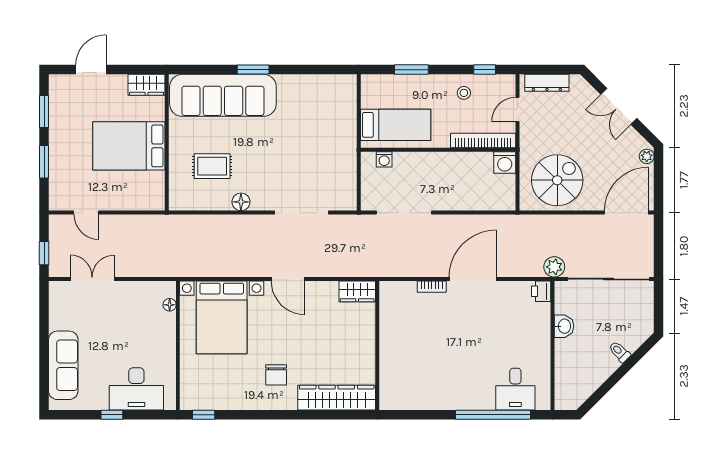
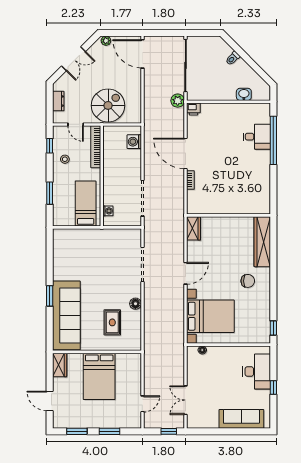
dresser: (547, 83) -> (58, 101), width x0.70
washing machine: (505, 162) -> (134, 142), moved, turned 180
spiral stairs: (557, 180) -> (108, 105), moved, turned 90
washbasin: (564, 326) -> (244, 94), moved
desk: (515, 389) -> (257, 137), moved

